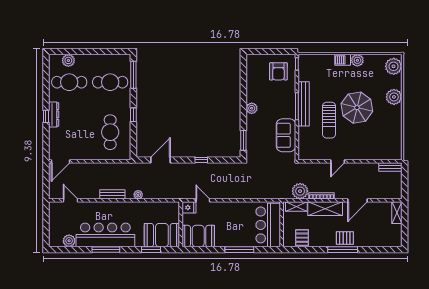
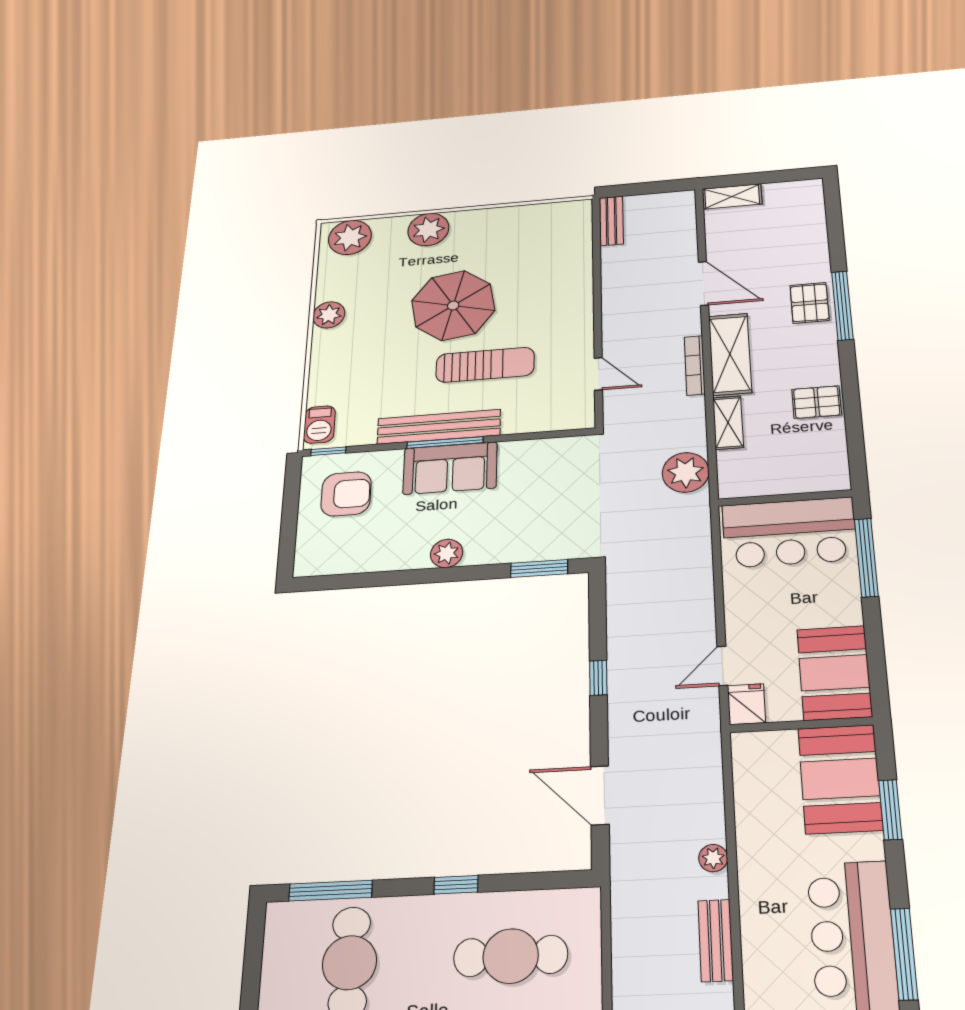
barbecue: (343, 60) -> (319, 425), moved
sofa: (286, 135) -> (450, 468), moved
door: (338, 161) -> (598, 374), moved
plant: (300, 191) -> (686, 472), moved
wall: (282, 224) -> (785, 498), moved
bar counter: (268, 225) -> (789, 532), moved

